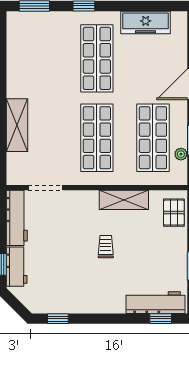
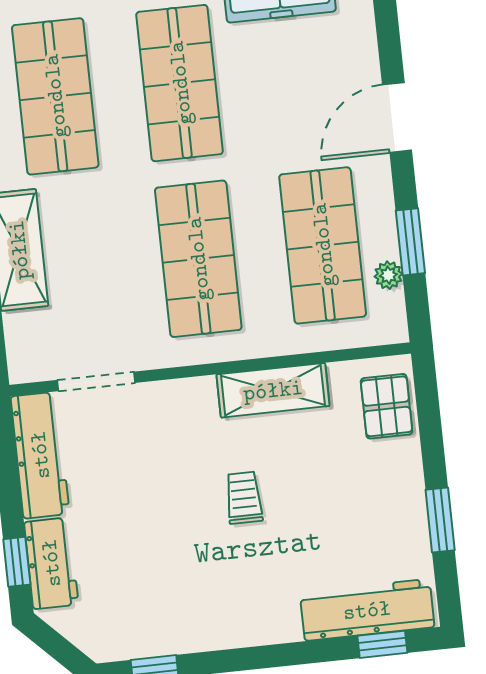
shop shelf: (41, 58) -> (55, 96), added

